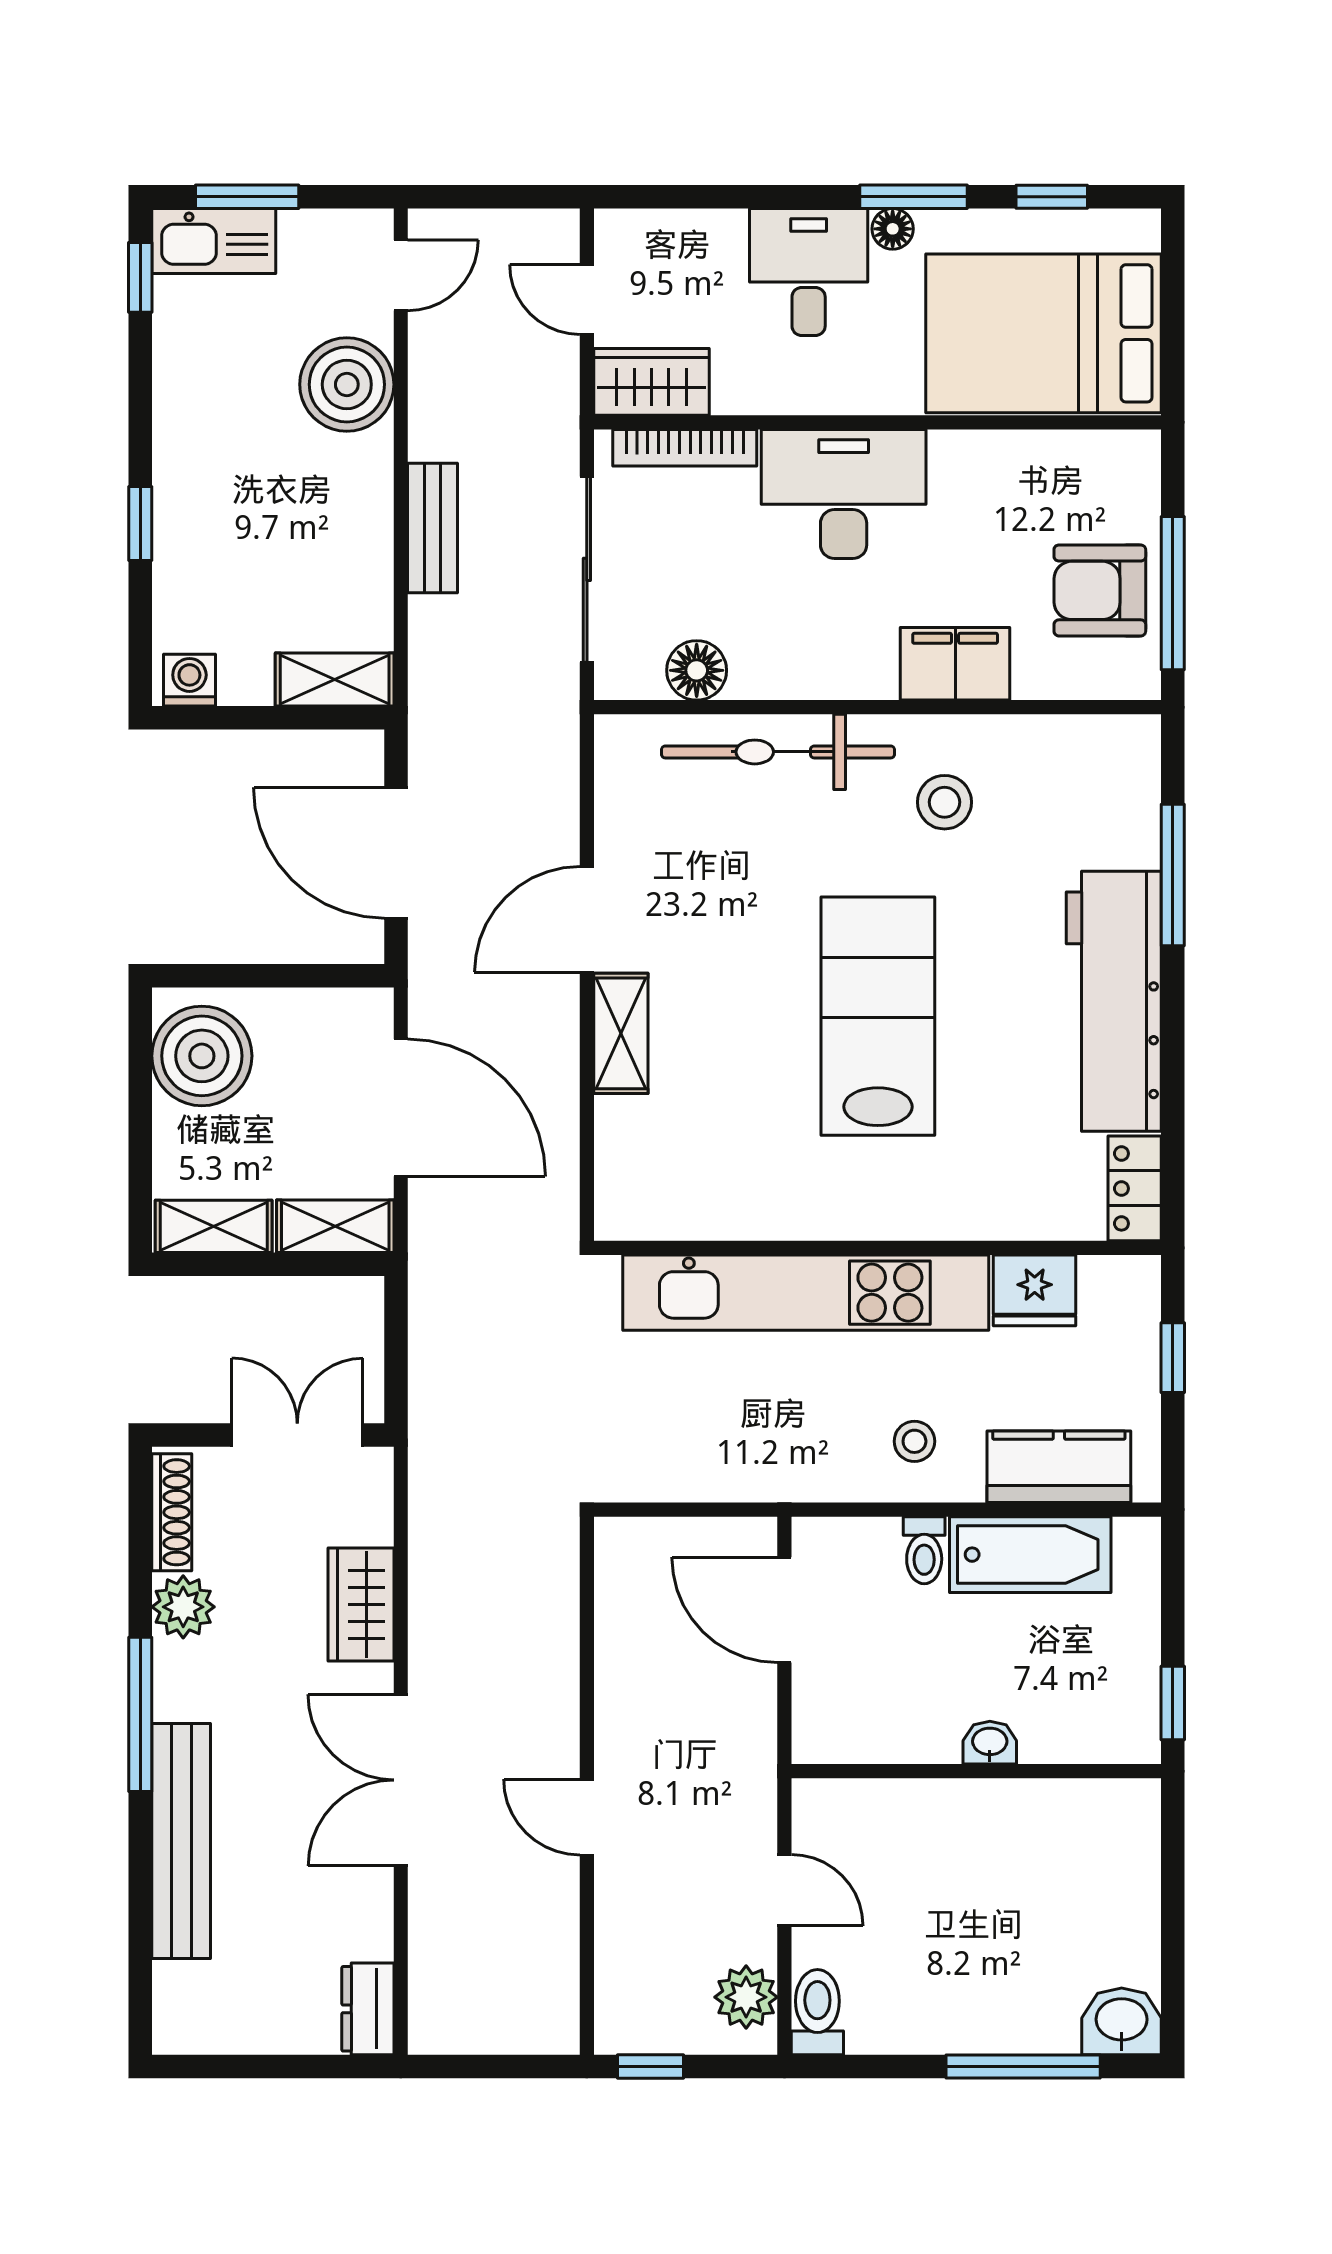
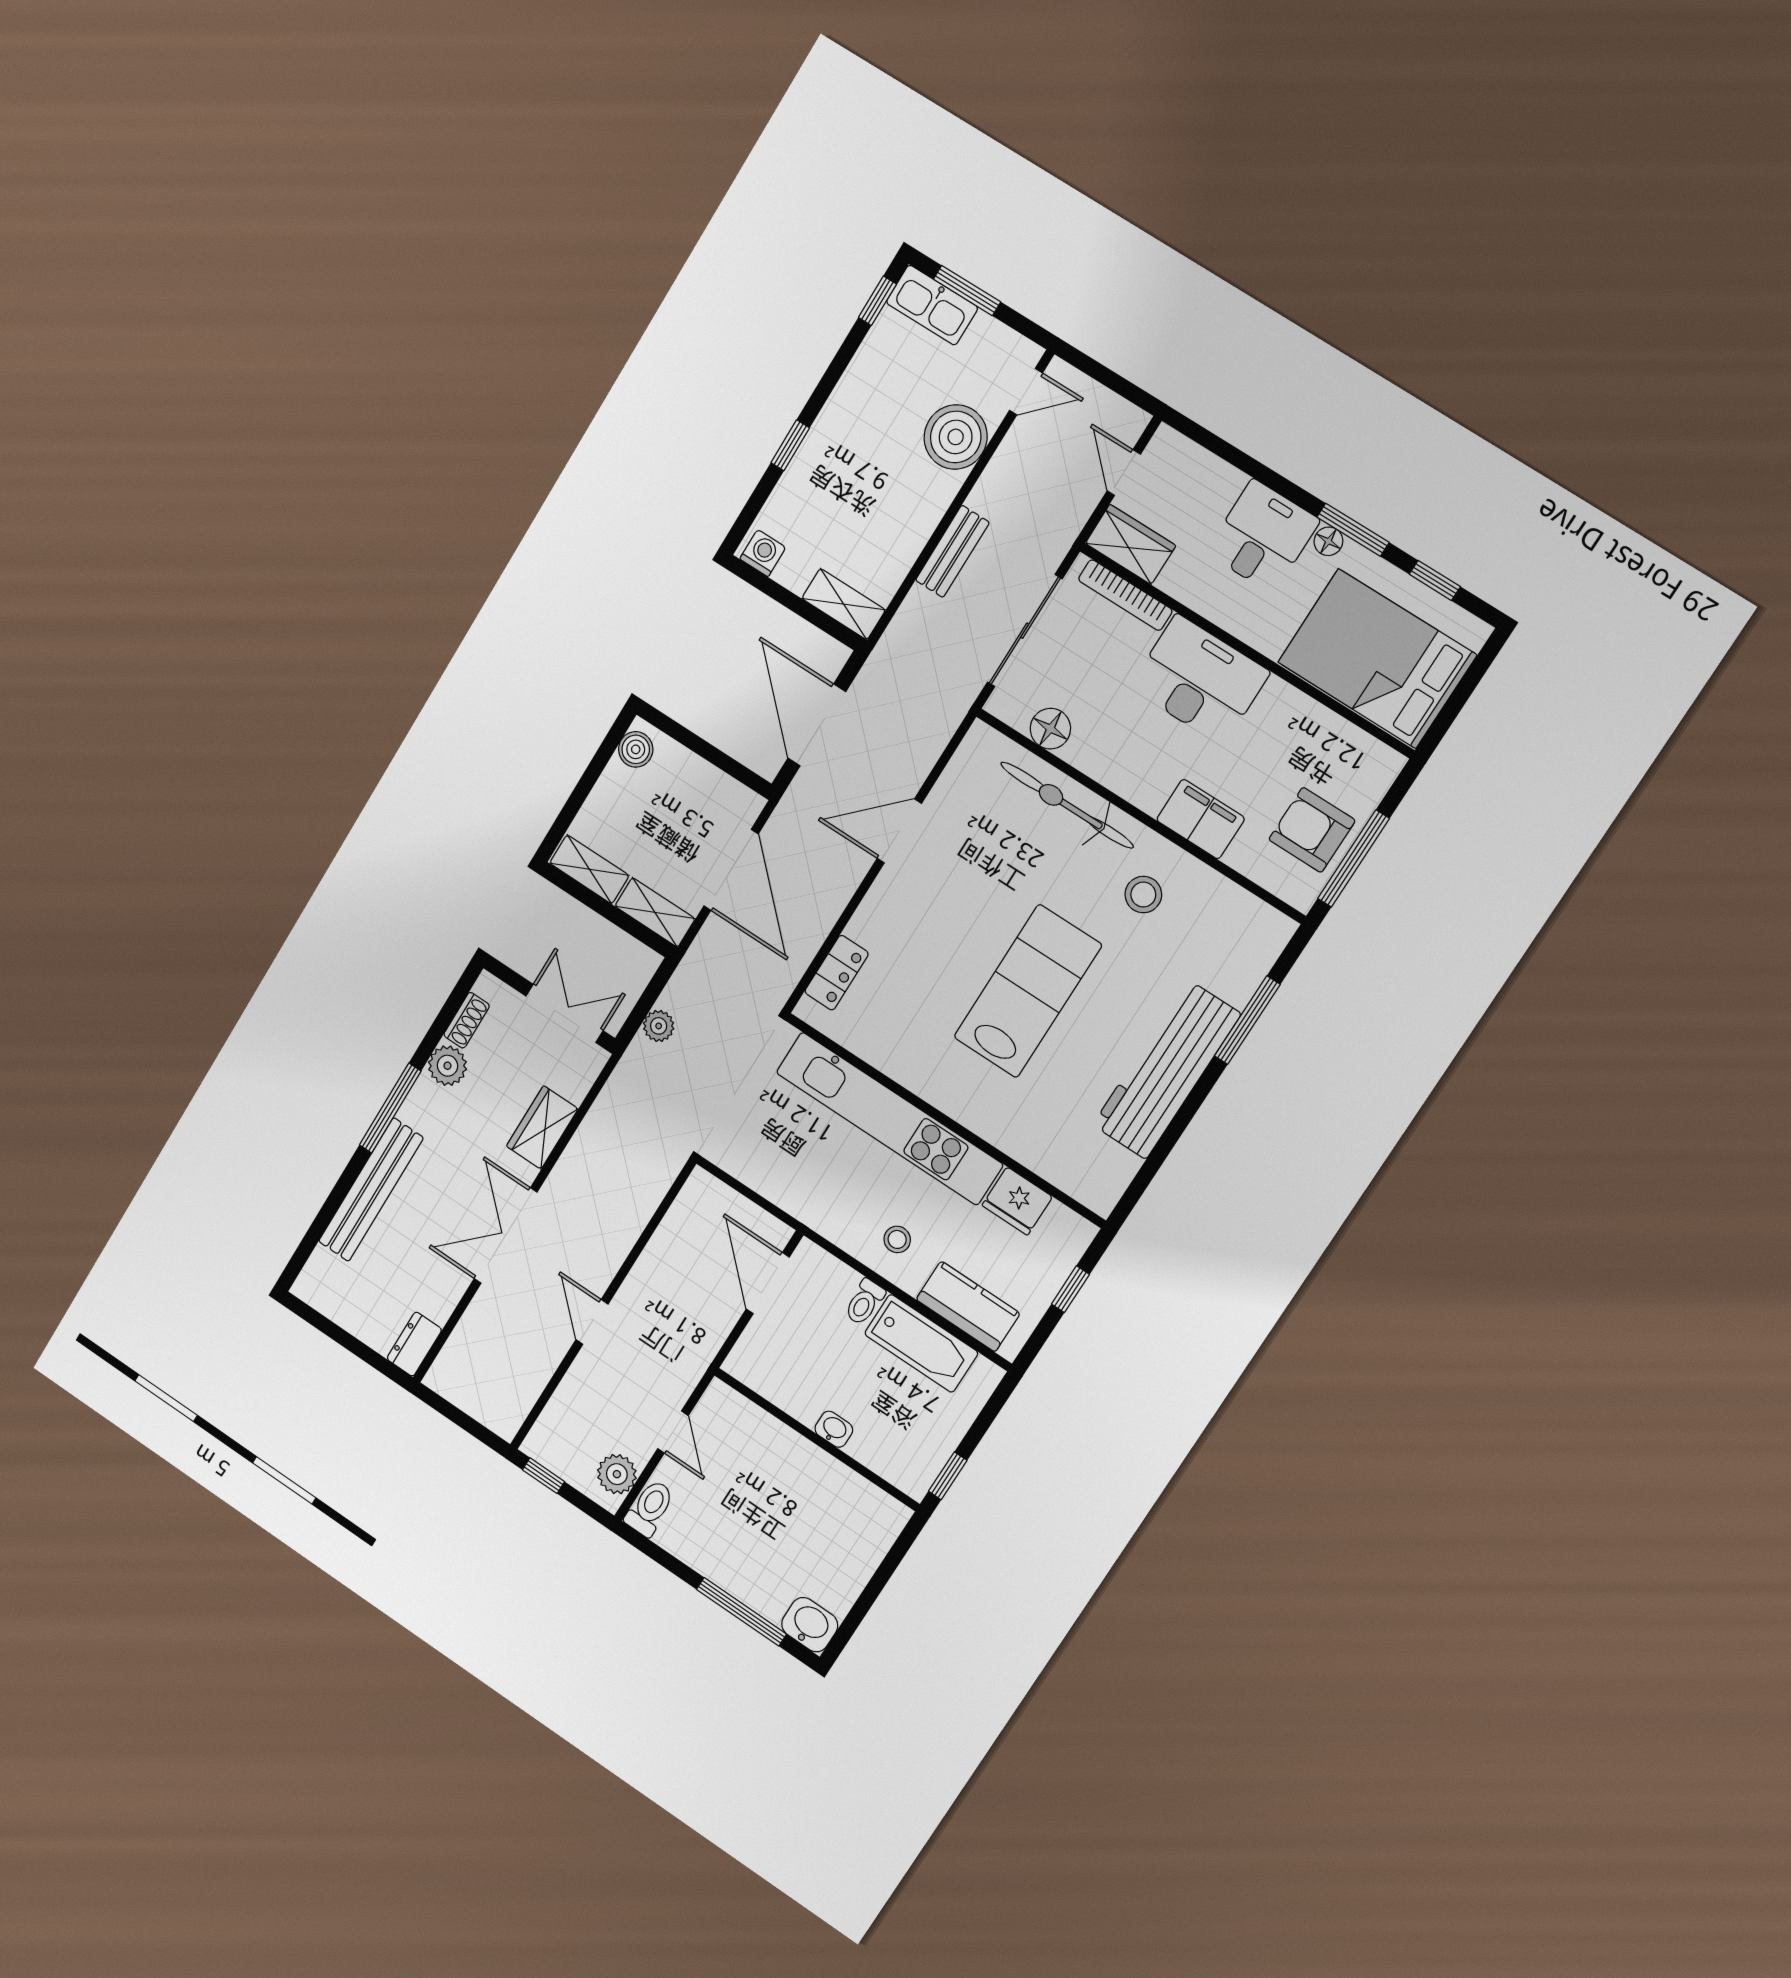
shelving: (621, 1033) -> (878, 907), removed
boiler: (202, 1056) -> (636, 749), width x0.54, depth x0.54
locker: (1135, 1188) -> (837, 973), moved, turned 180
plant: (432, 1370) -> (659, 1026), added
shoe rack: (172, 1512) -> (467, 1020), width x0.70

